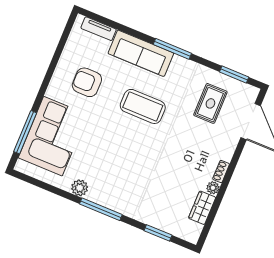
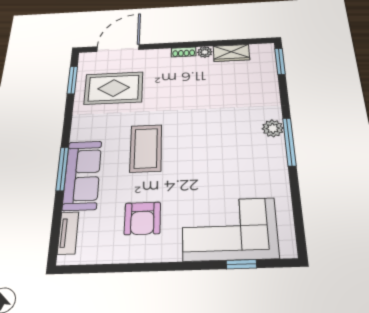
window: (172, 49) -> (62, 169), moved
rug: (210, 103) -> (114, 88), width x1.36, depth x1.43
window: (25, 132) -> (241, 264), width x0.46
plant: (80, 188) -> (273, 128), moved
window: (158, 233) -> (280, 61), moved

